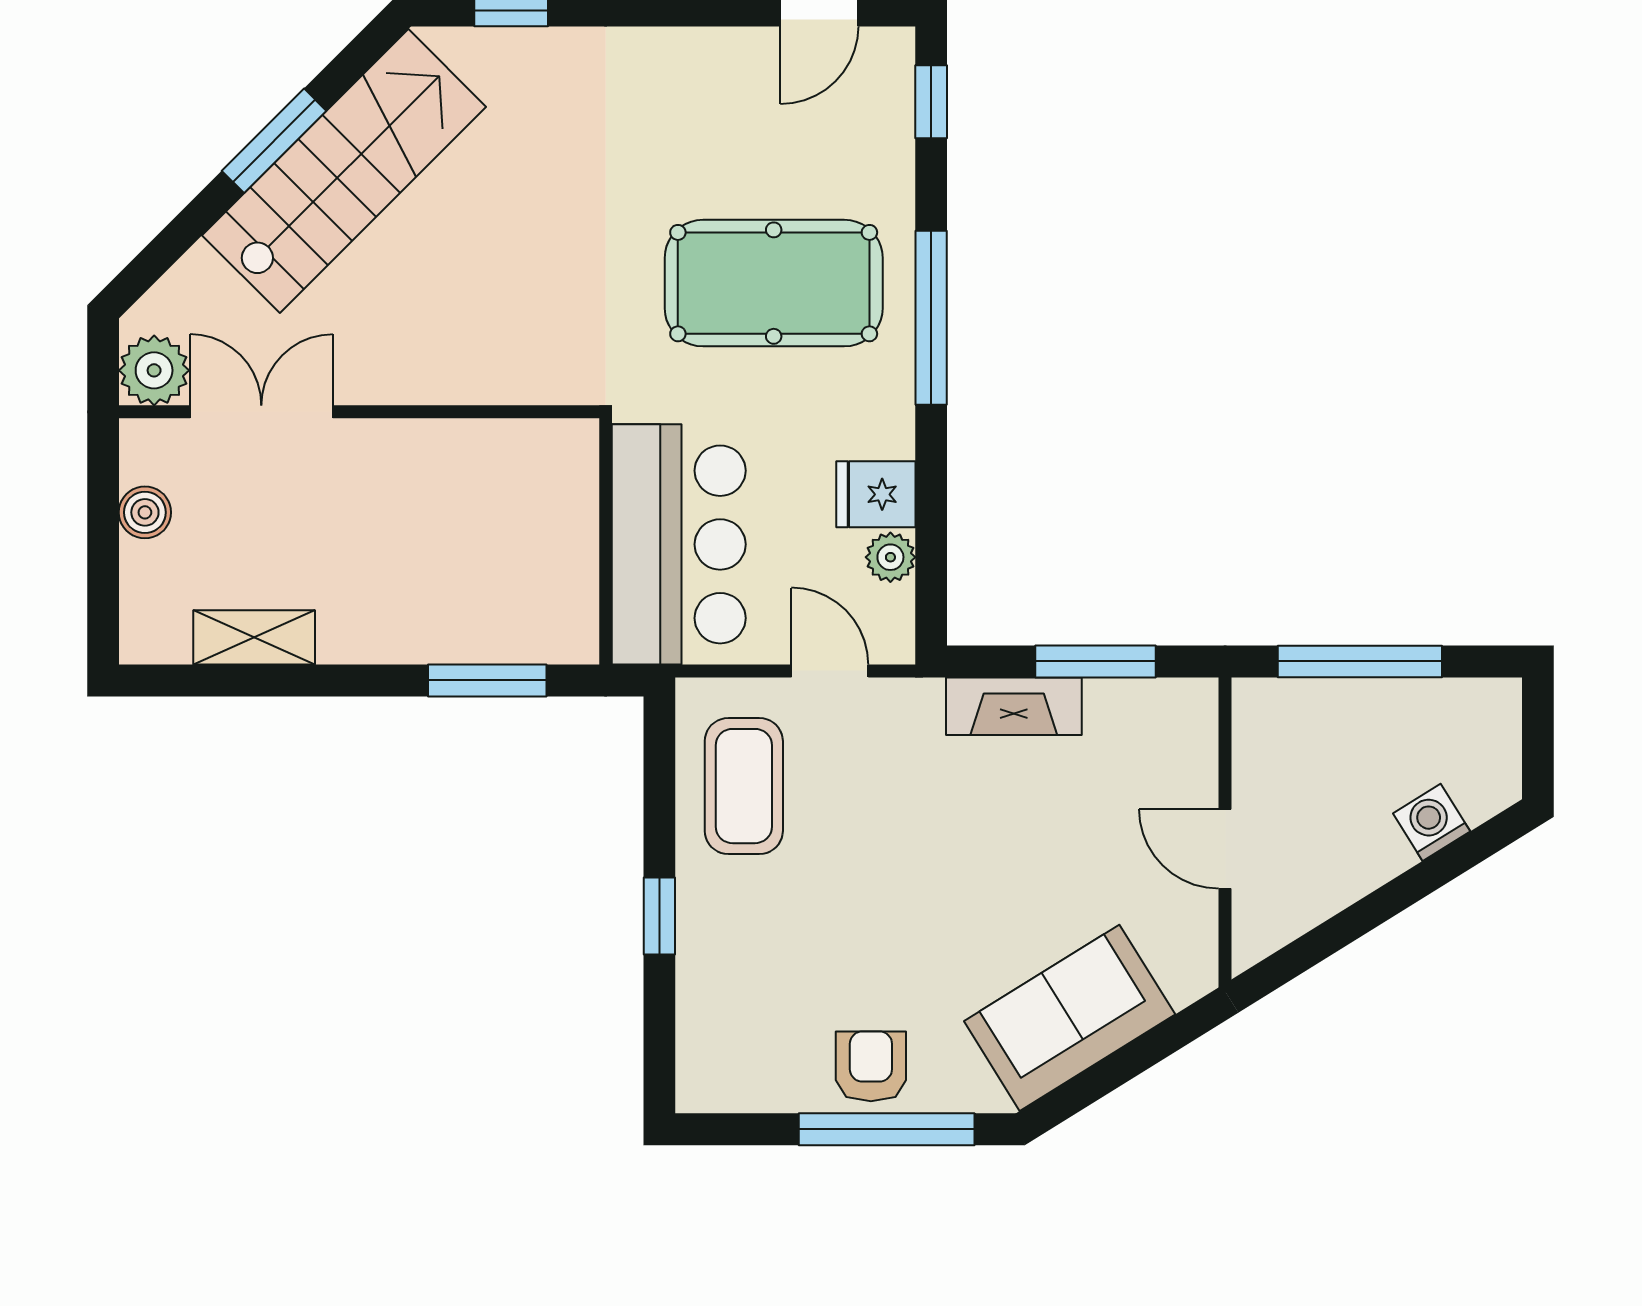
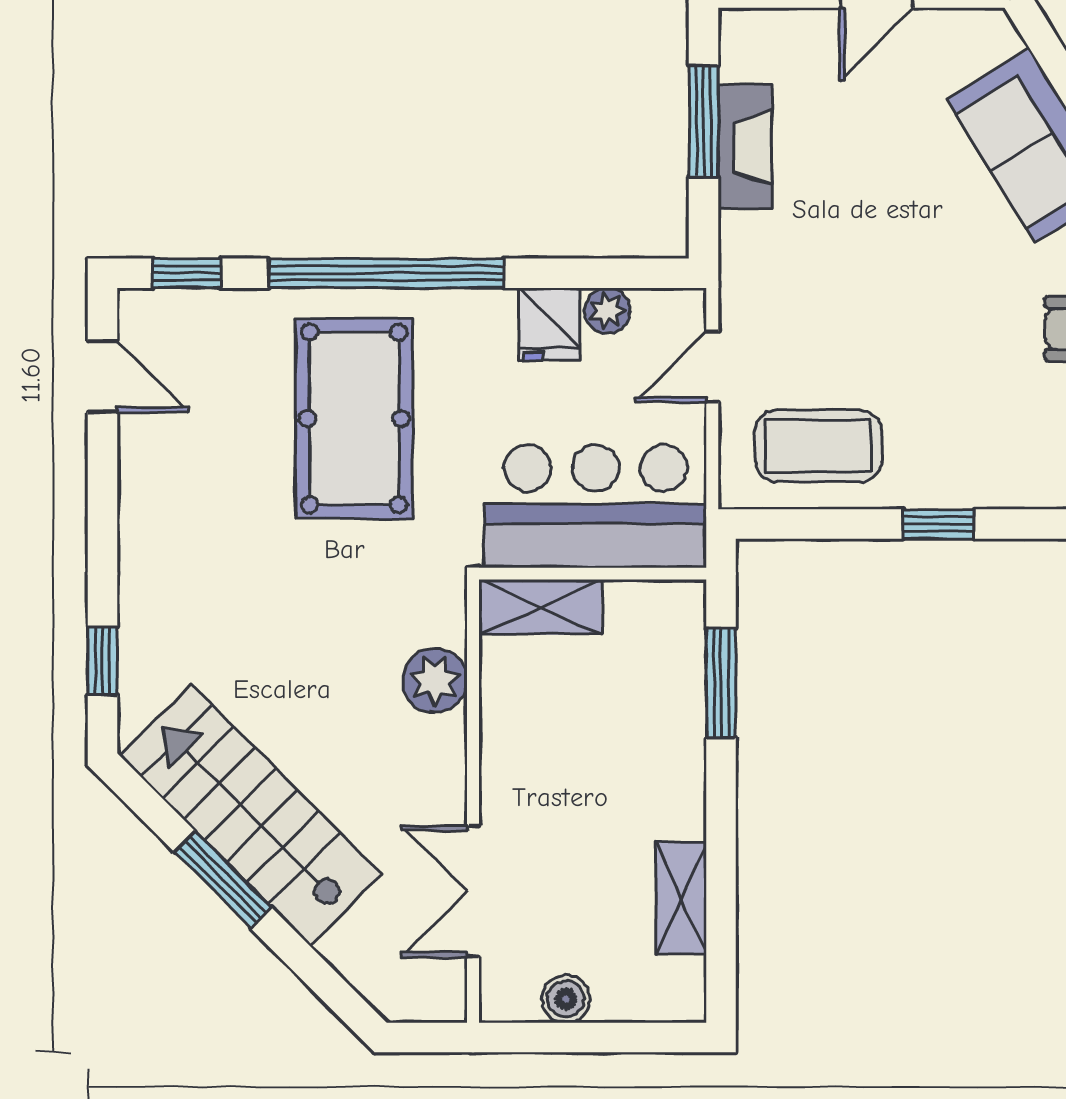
window: (931, 318) -> (386, 273), width x1.46
plant: (154, 370) -> (435, 680), moved
shelving: (569, 485) -> (540, 607), added
fireplace: (1014, 706) -> (745, 147), moved

